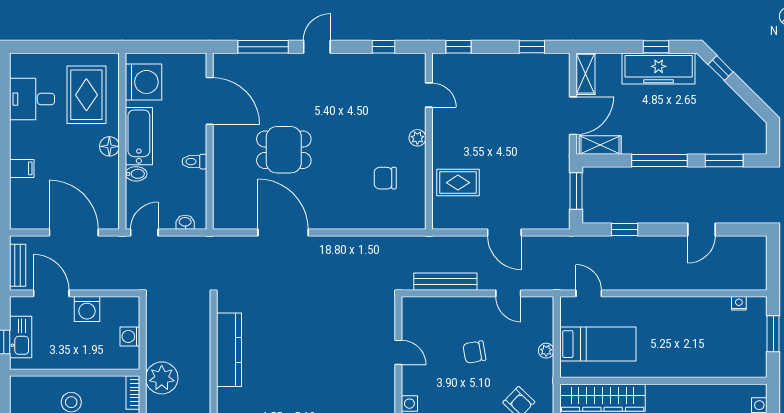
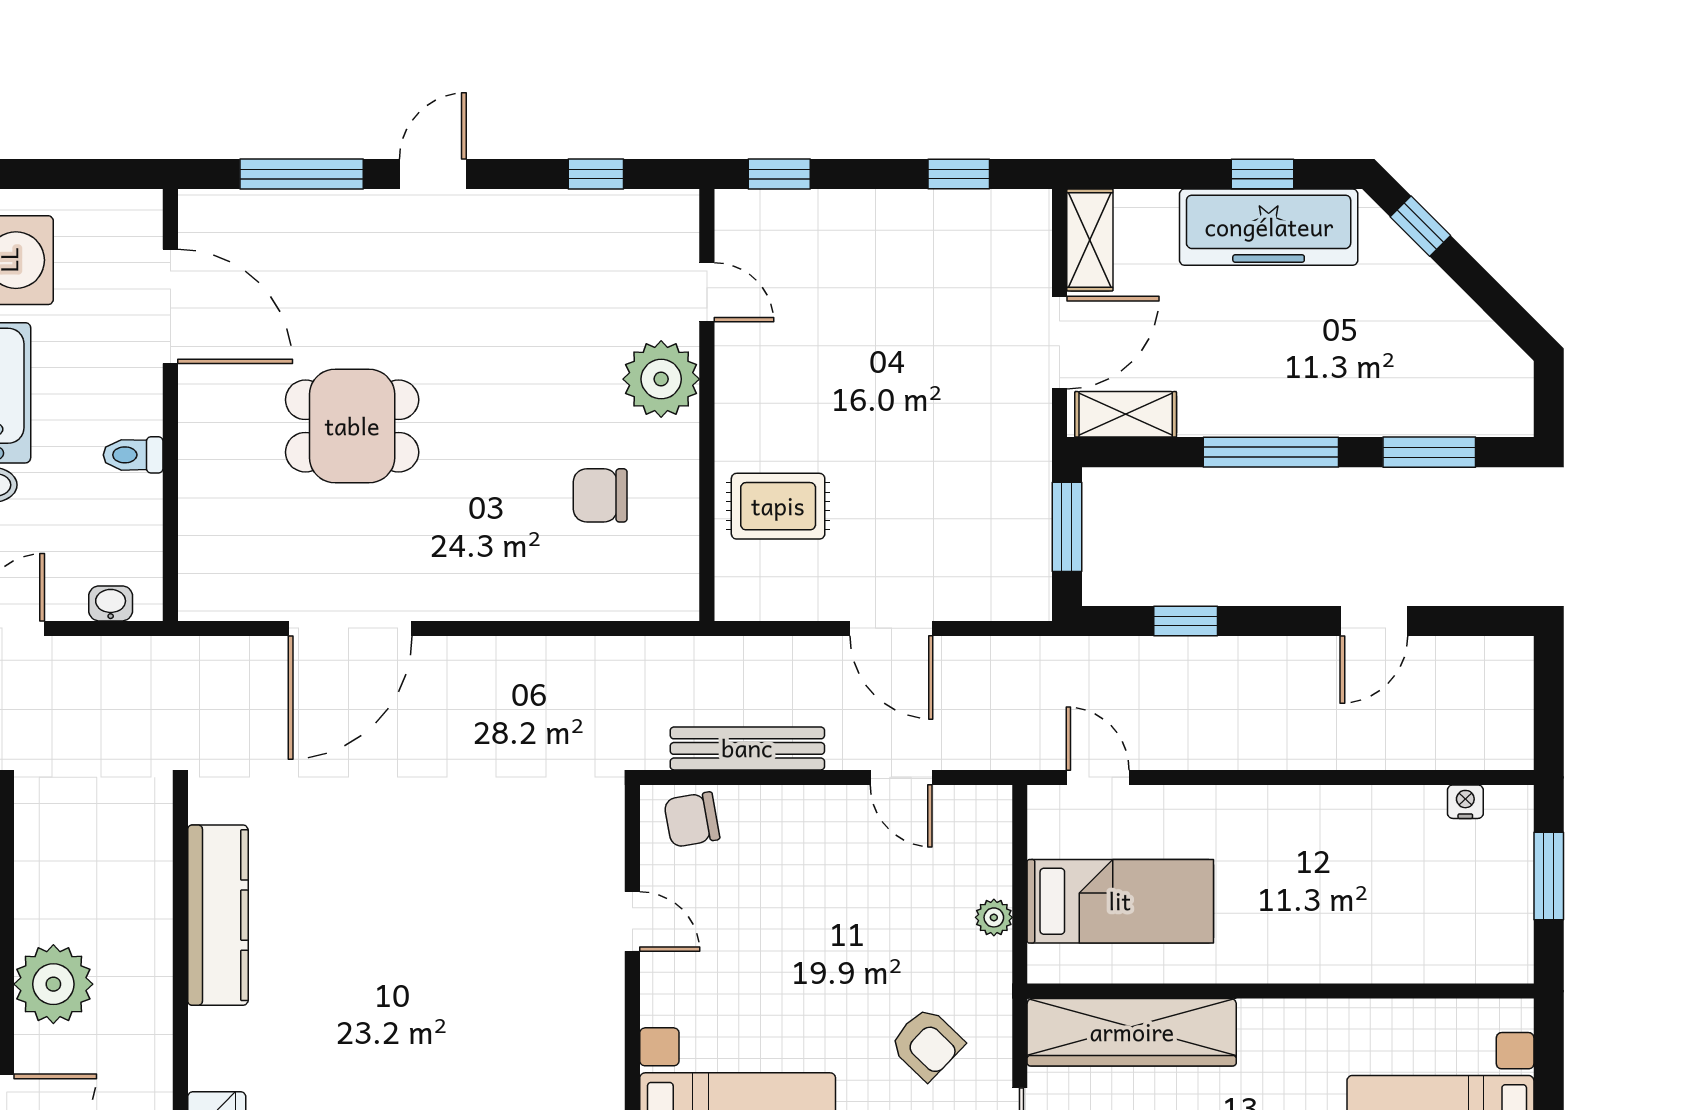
plant: (417, 138) -> (661, 379), width x1.87, depth x1.87
door: (283, 233) -> (350, 628), swing flipped
chair: (474, 352) -> (692, 820), moved

